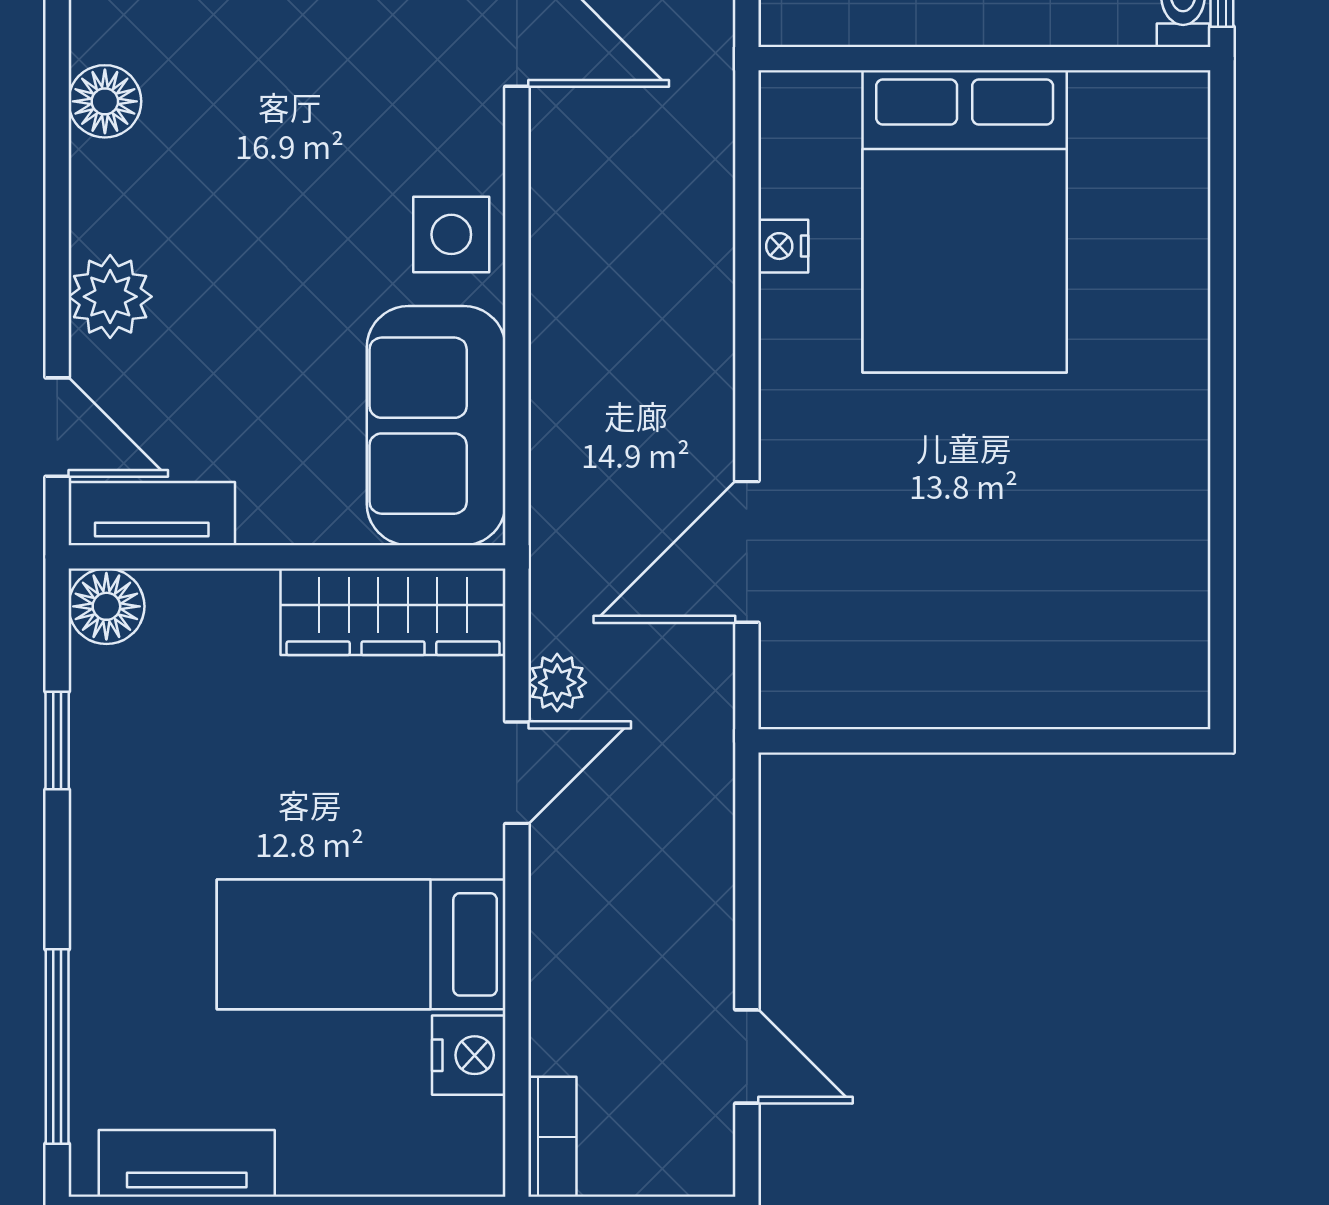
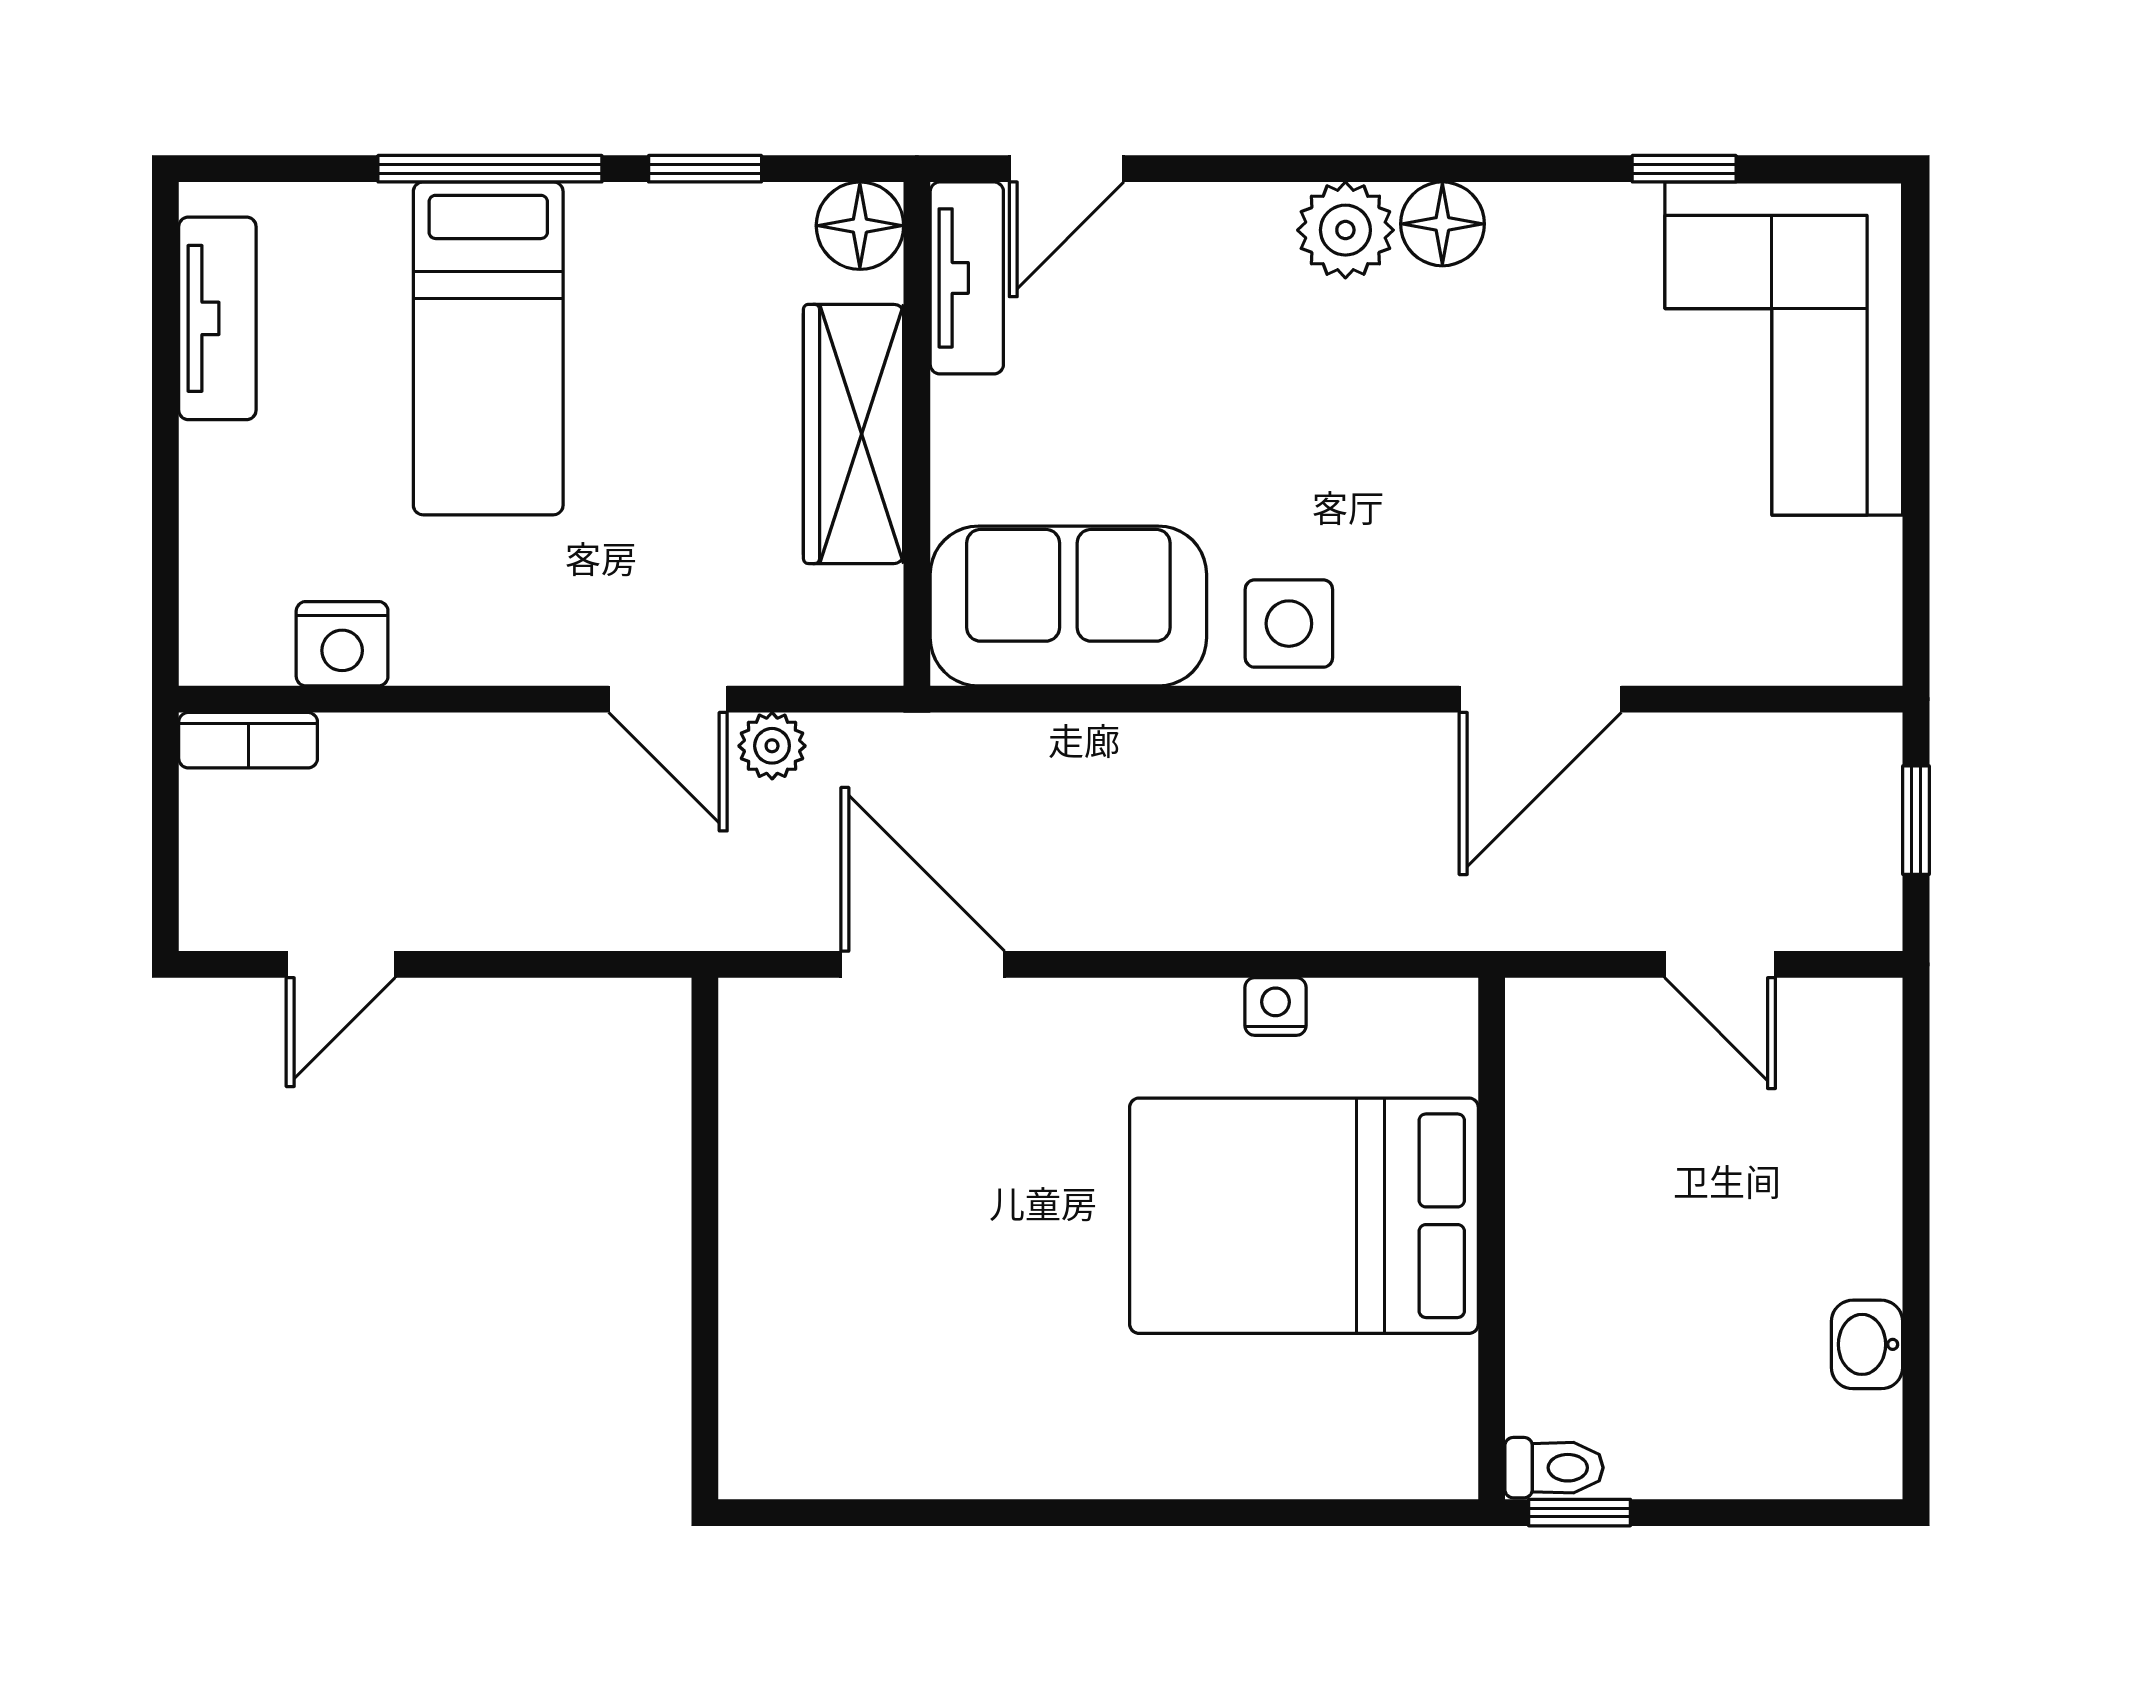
plant: (110, 297) -> (1345, 230), moved
wardrobe: (393, 612) -> (854, 434), moved
bed: (361, 944) -> (488, 348), moved, turned 180
window: (57, 1046) -> (490, 169), moved

